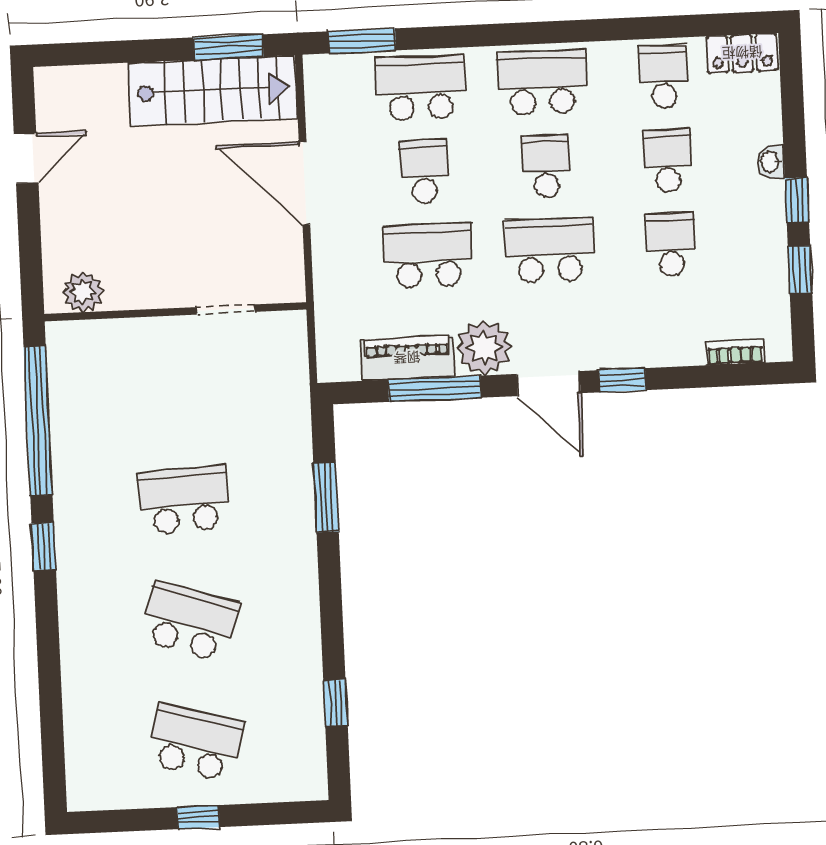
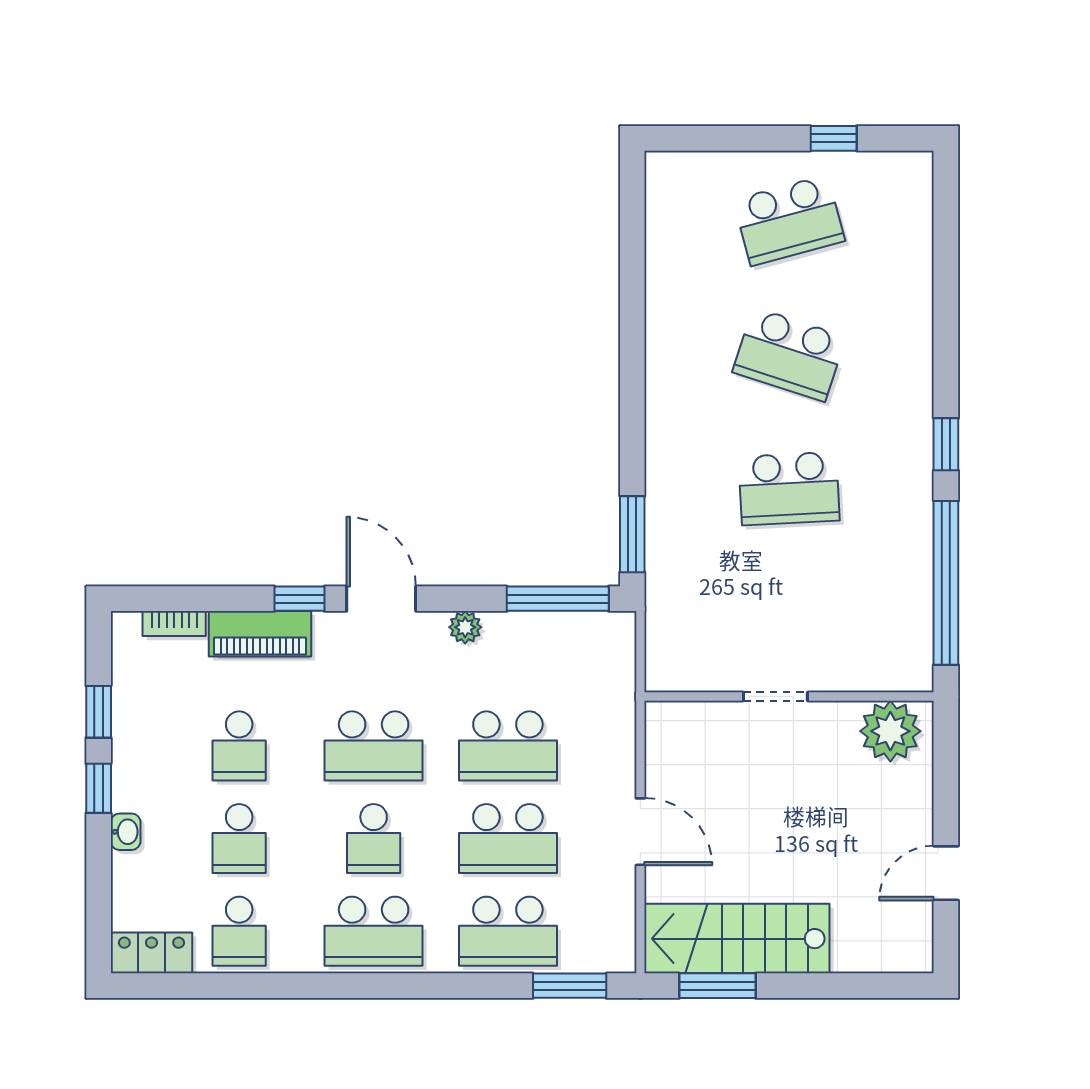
school desk: (424, 172) -> (508, 839), width x1.85
door: (304, 183) -> (640, 832), width x0.73
plant: (83, 292) -> (890, 731), width x1.36, depth x1.36
doorway: (226, 309) -> (775, 696), moved
plant: (484, 348) -> (465, 627), width x0.53, depth x0.53
piano: (407, 358) -> (260, 634), moved
window: (435, 389) -> (558, 599), moved
window: (326, 497) -> (632, 534), moved
window: (335, 703) -> (632, 258), removed
school desk: (195, 743) -> (789, 220), turned -30
window: (198, 817) -> (834, 138), moved

